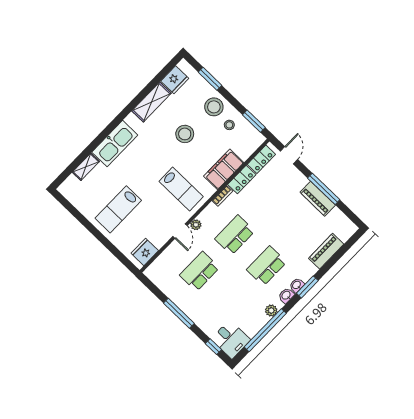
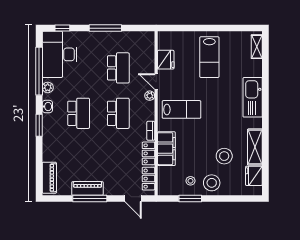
window: (210, 79) -> (232, 199), removed
window: (254, 121) -> (190, 199), moved
stool: (185, 134) -> (224, 156), moved
shelving: (86, 167) -> (257, 47), moved
lab bench: (181, 189) -> (182, 109), turned 180
lab bench: (118, 209) -> (209, 57), turned 180
piano: (326, 251) -> (49, 178), moved
fridge: (145, 252) -> (166, 60), moved
washbasin: (297, 285) -> (47, 120), removed
desk: (231, 339) -> (60, 54), width x1.87, depth x1.30

